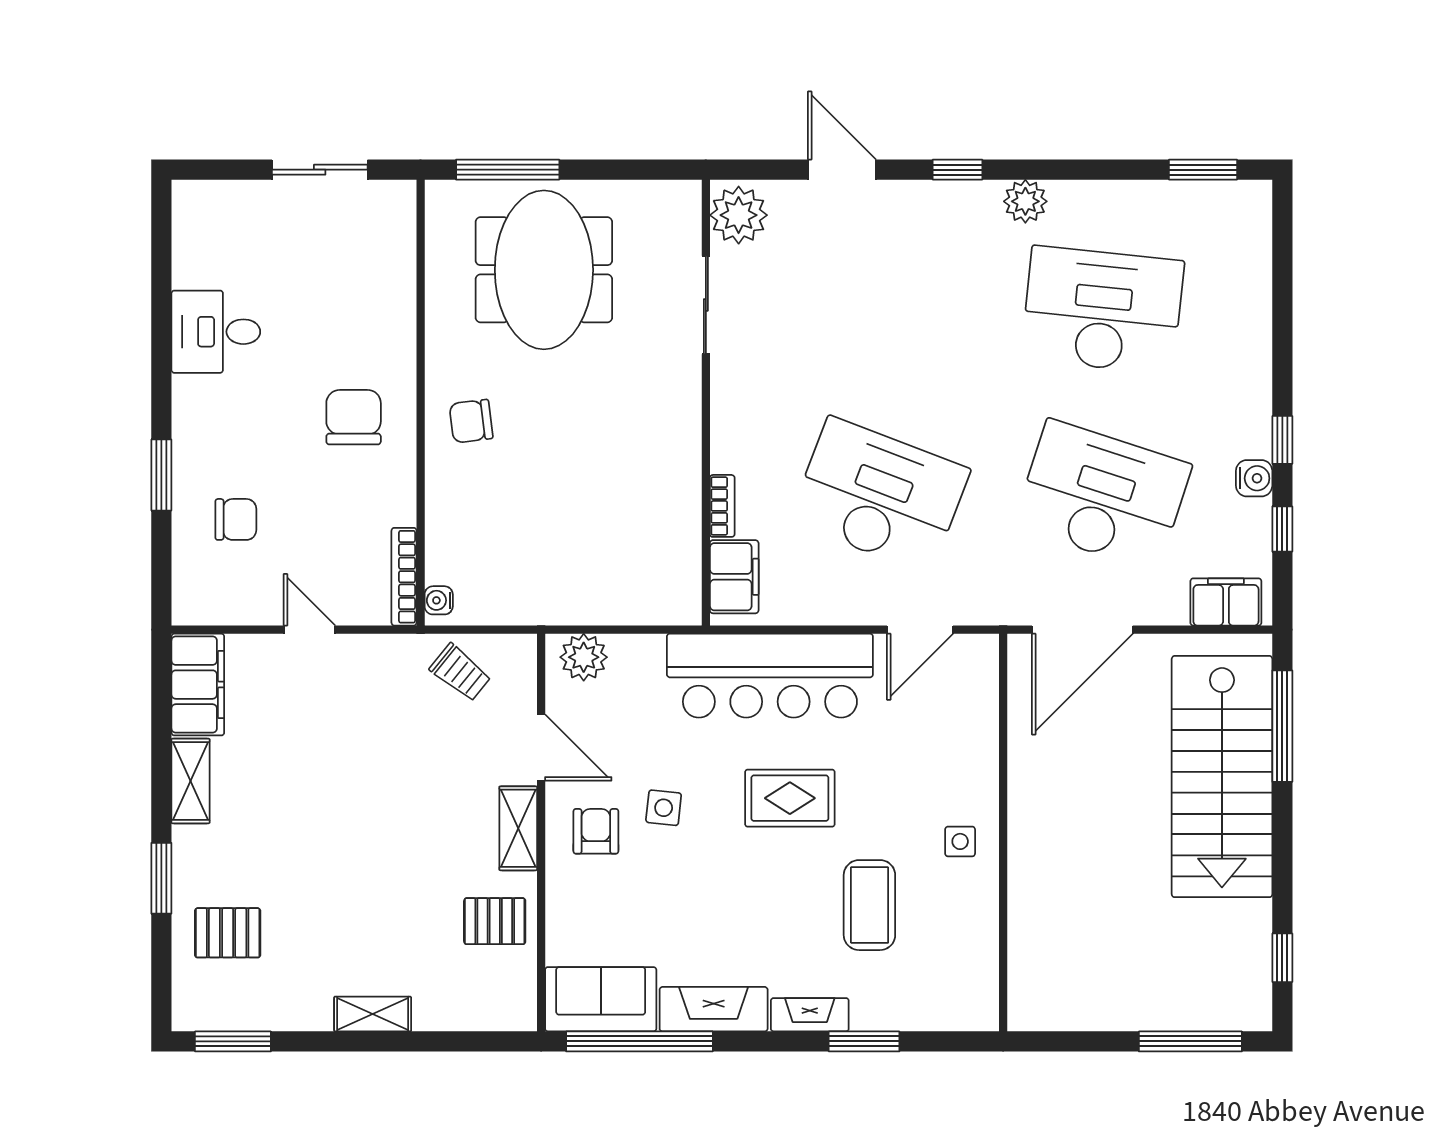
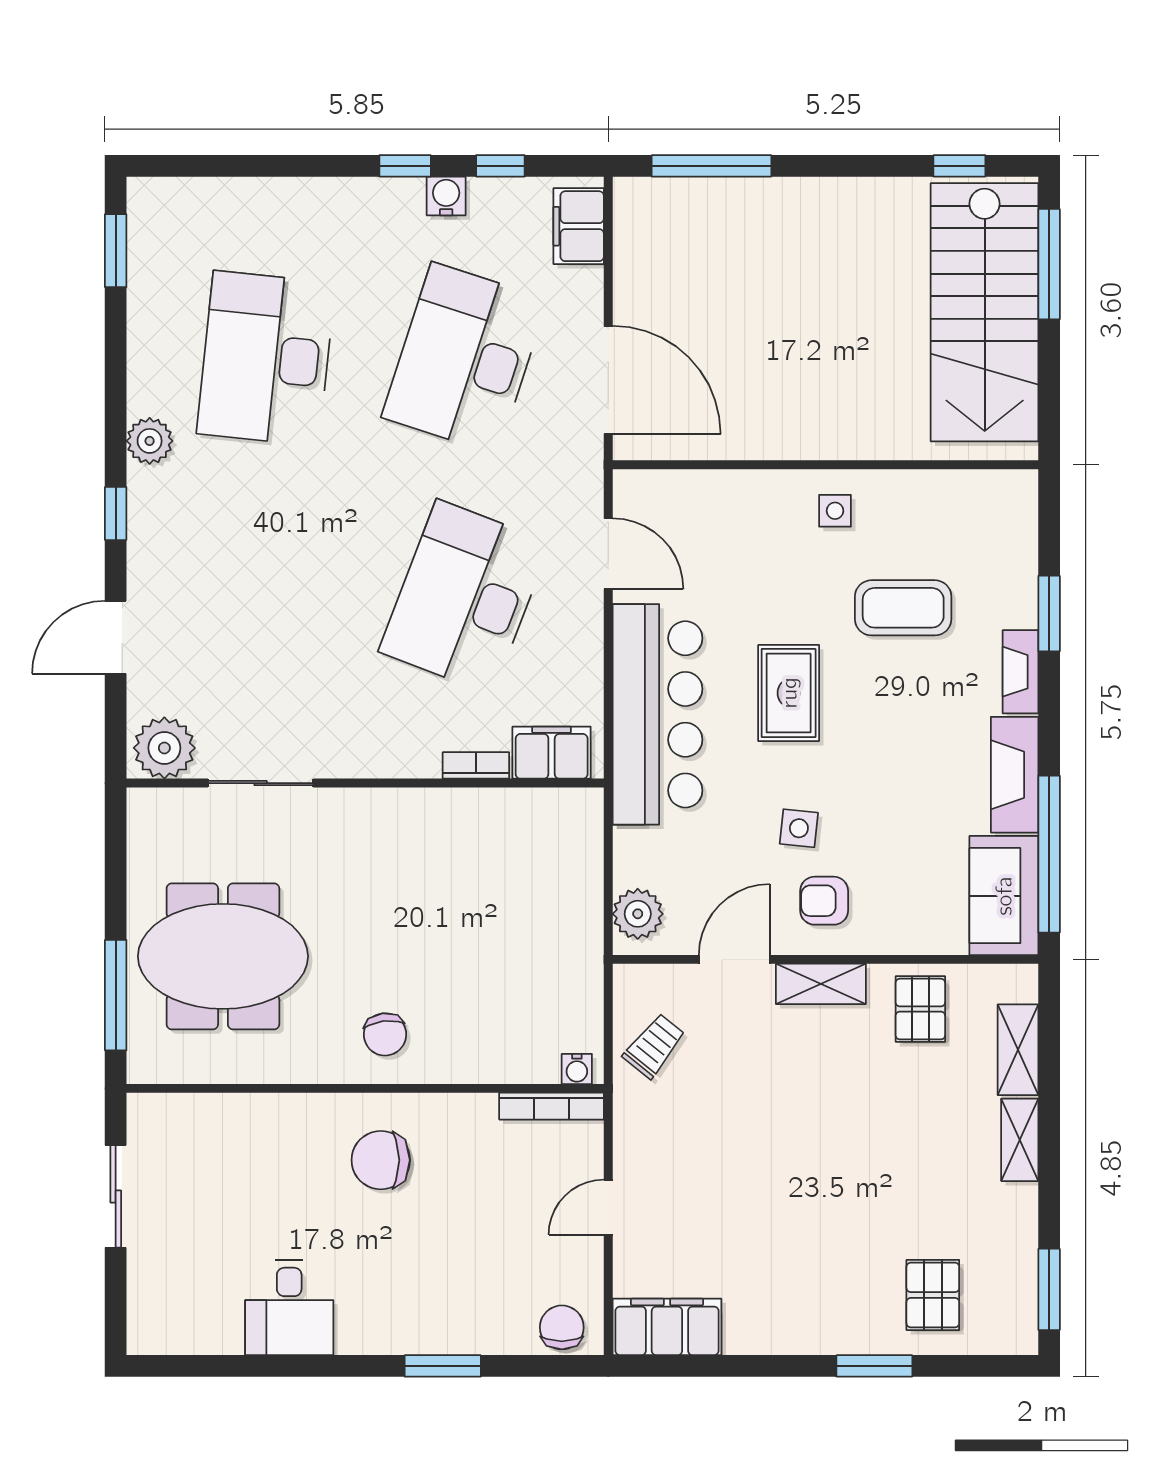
chair: (236, 519) -> (562, 1327), moved
stairs: (1222, 777) -> (985, 312), moved, turned 90
shelving: (190, 781) -> (1018, 1050), moved, turned 90

